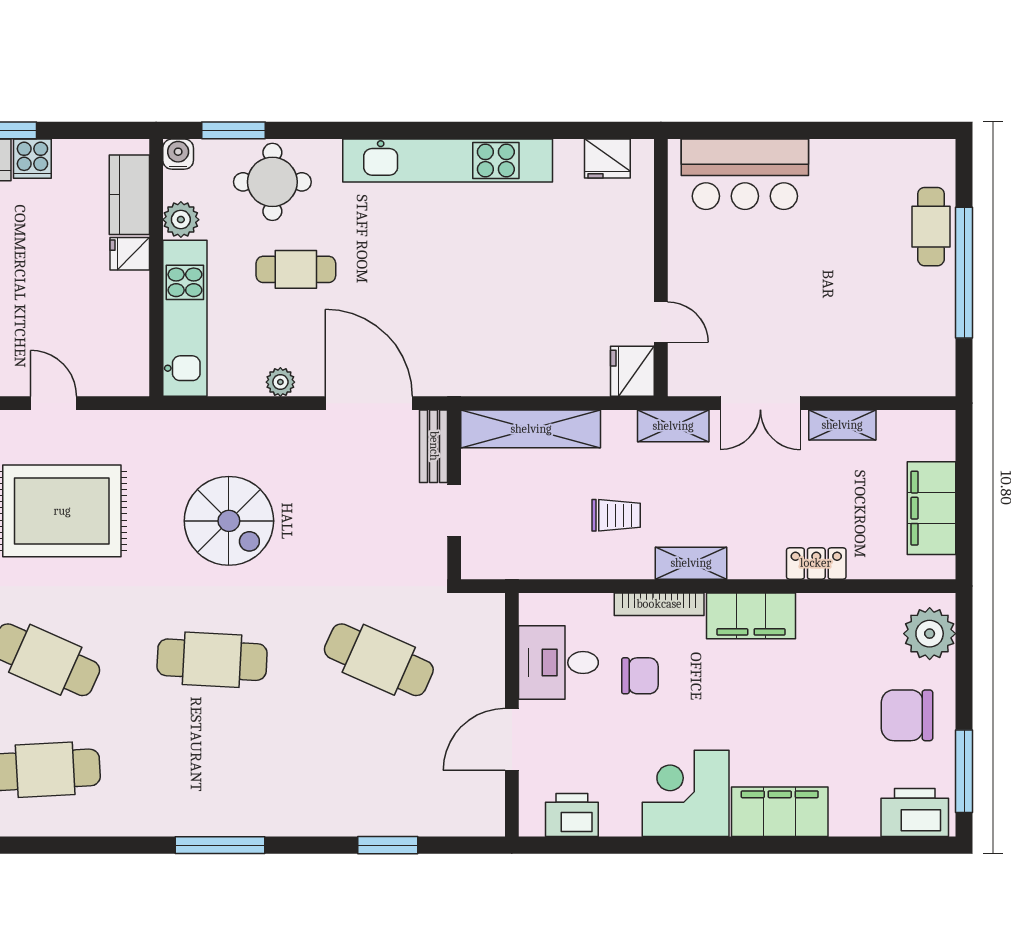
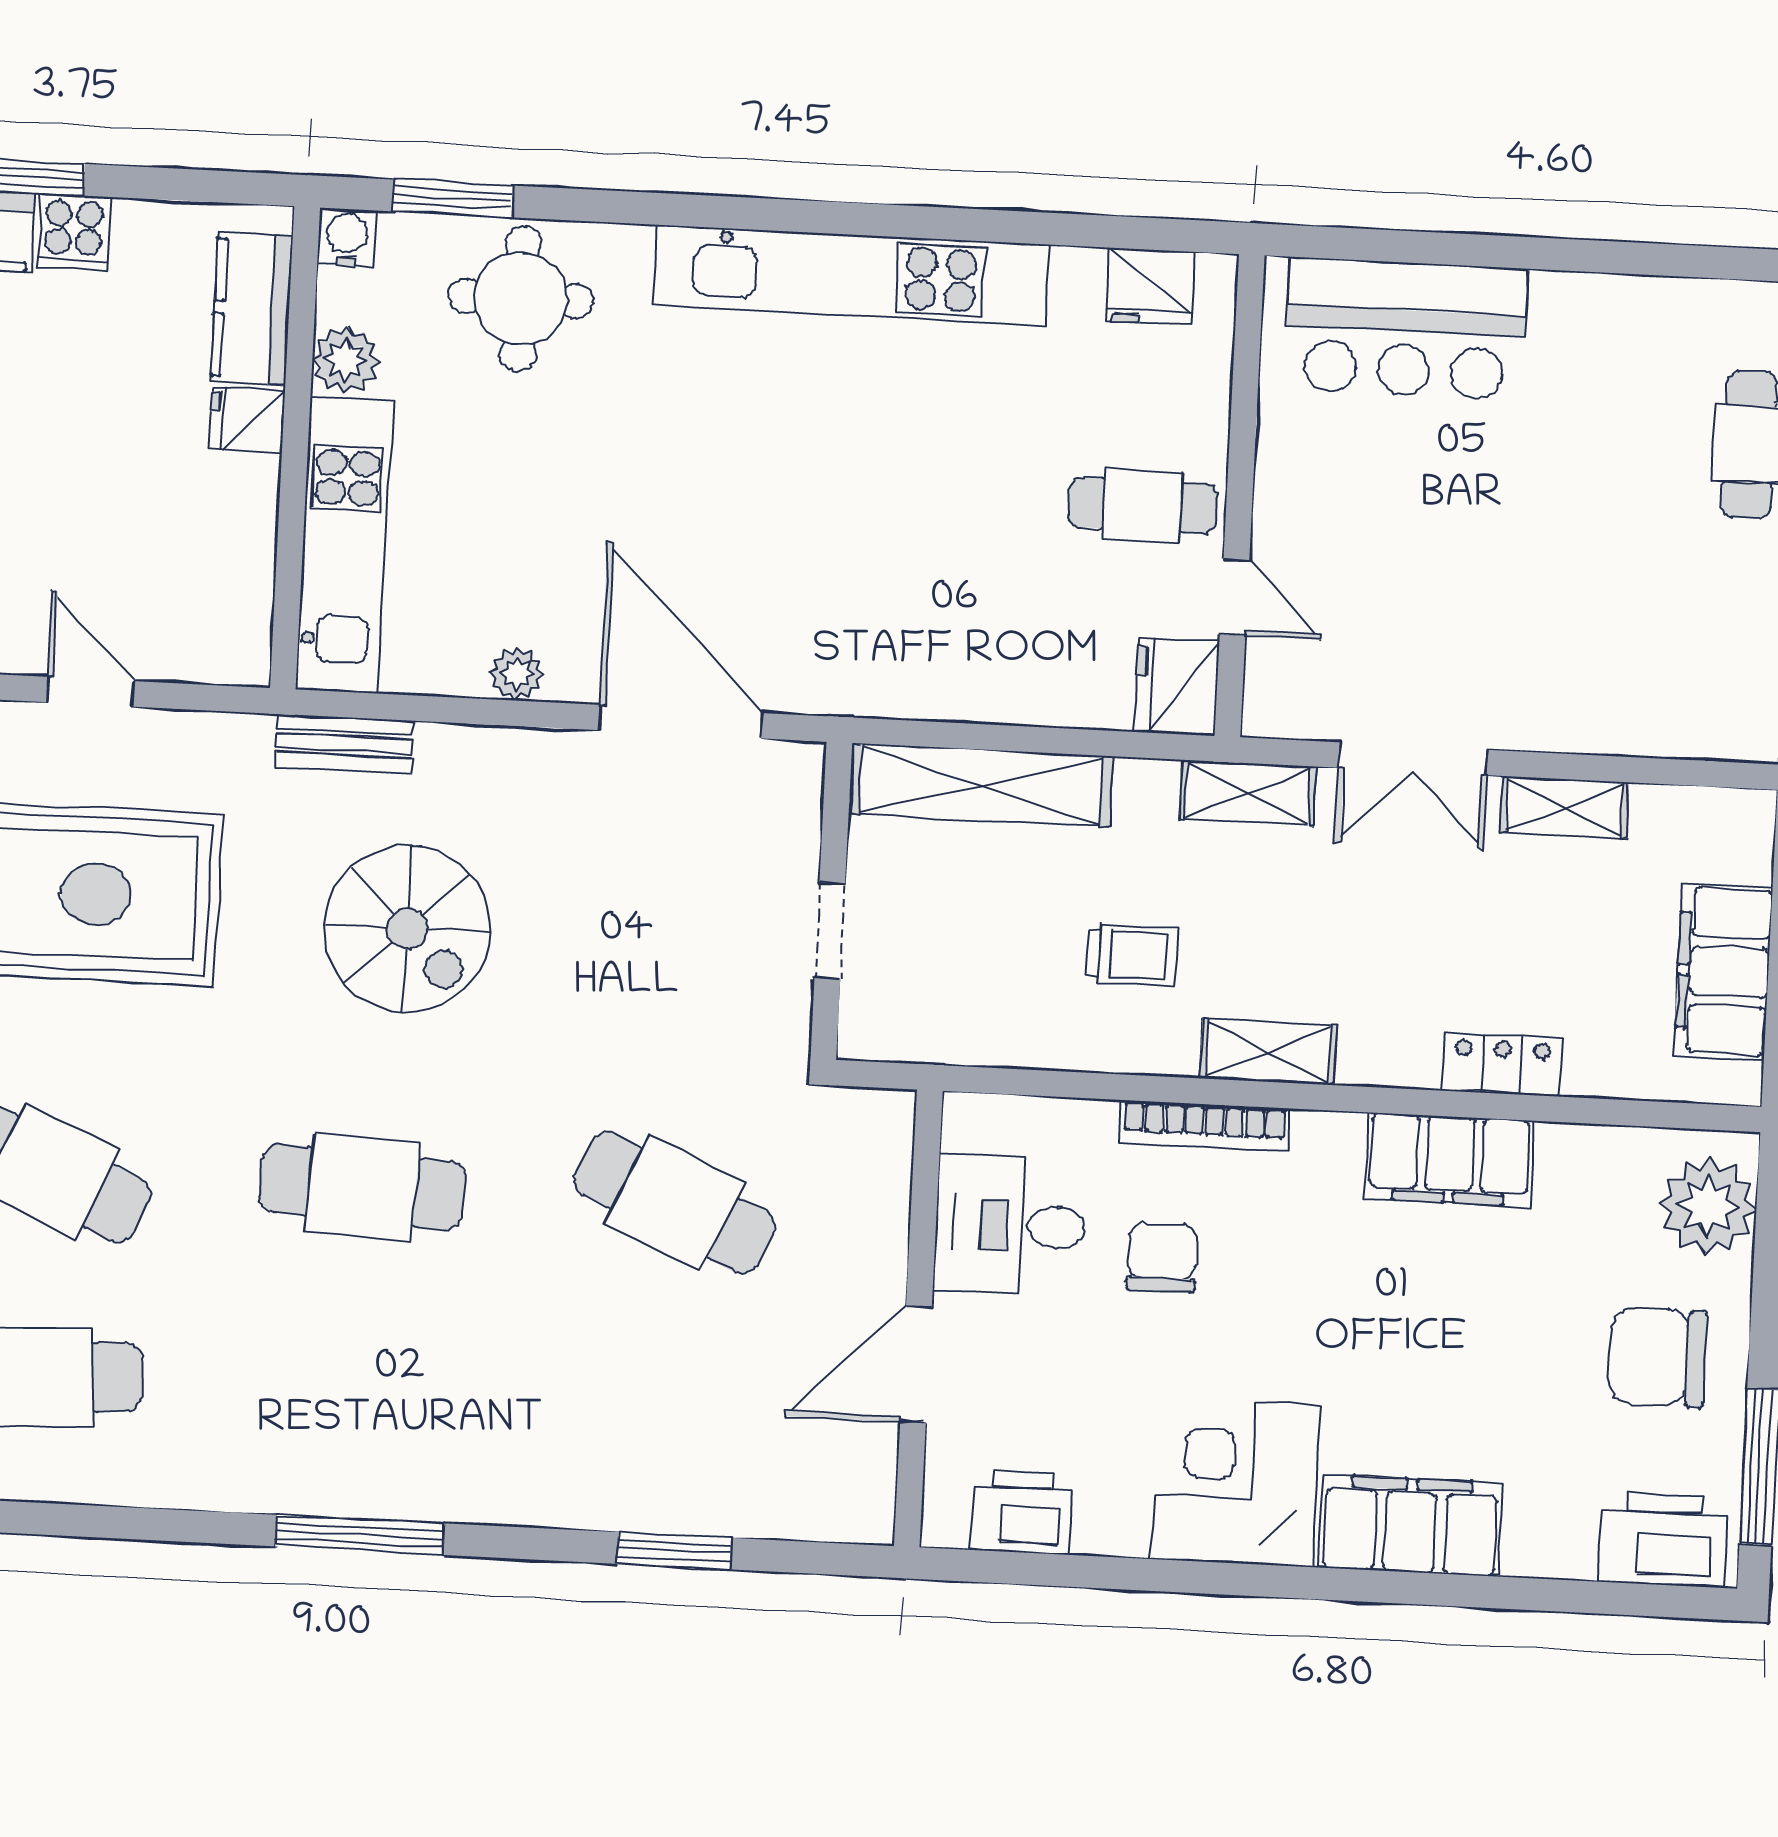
cafe table: (296, 269) -> (1143, 505), moved
bench: (434, 446) -> (344, 743), moved, turned 90
filing cabinet: (751, 616) -> (1450, 1160), moved
chair: (640, 676) -> (1162, 1258), turned -90

